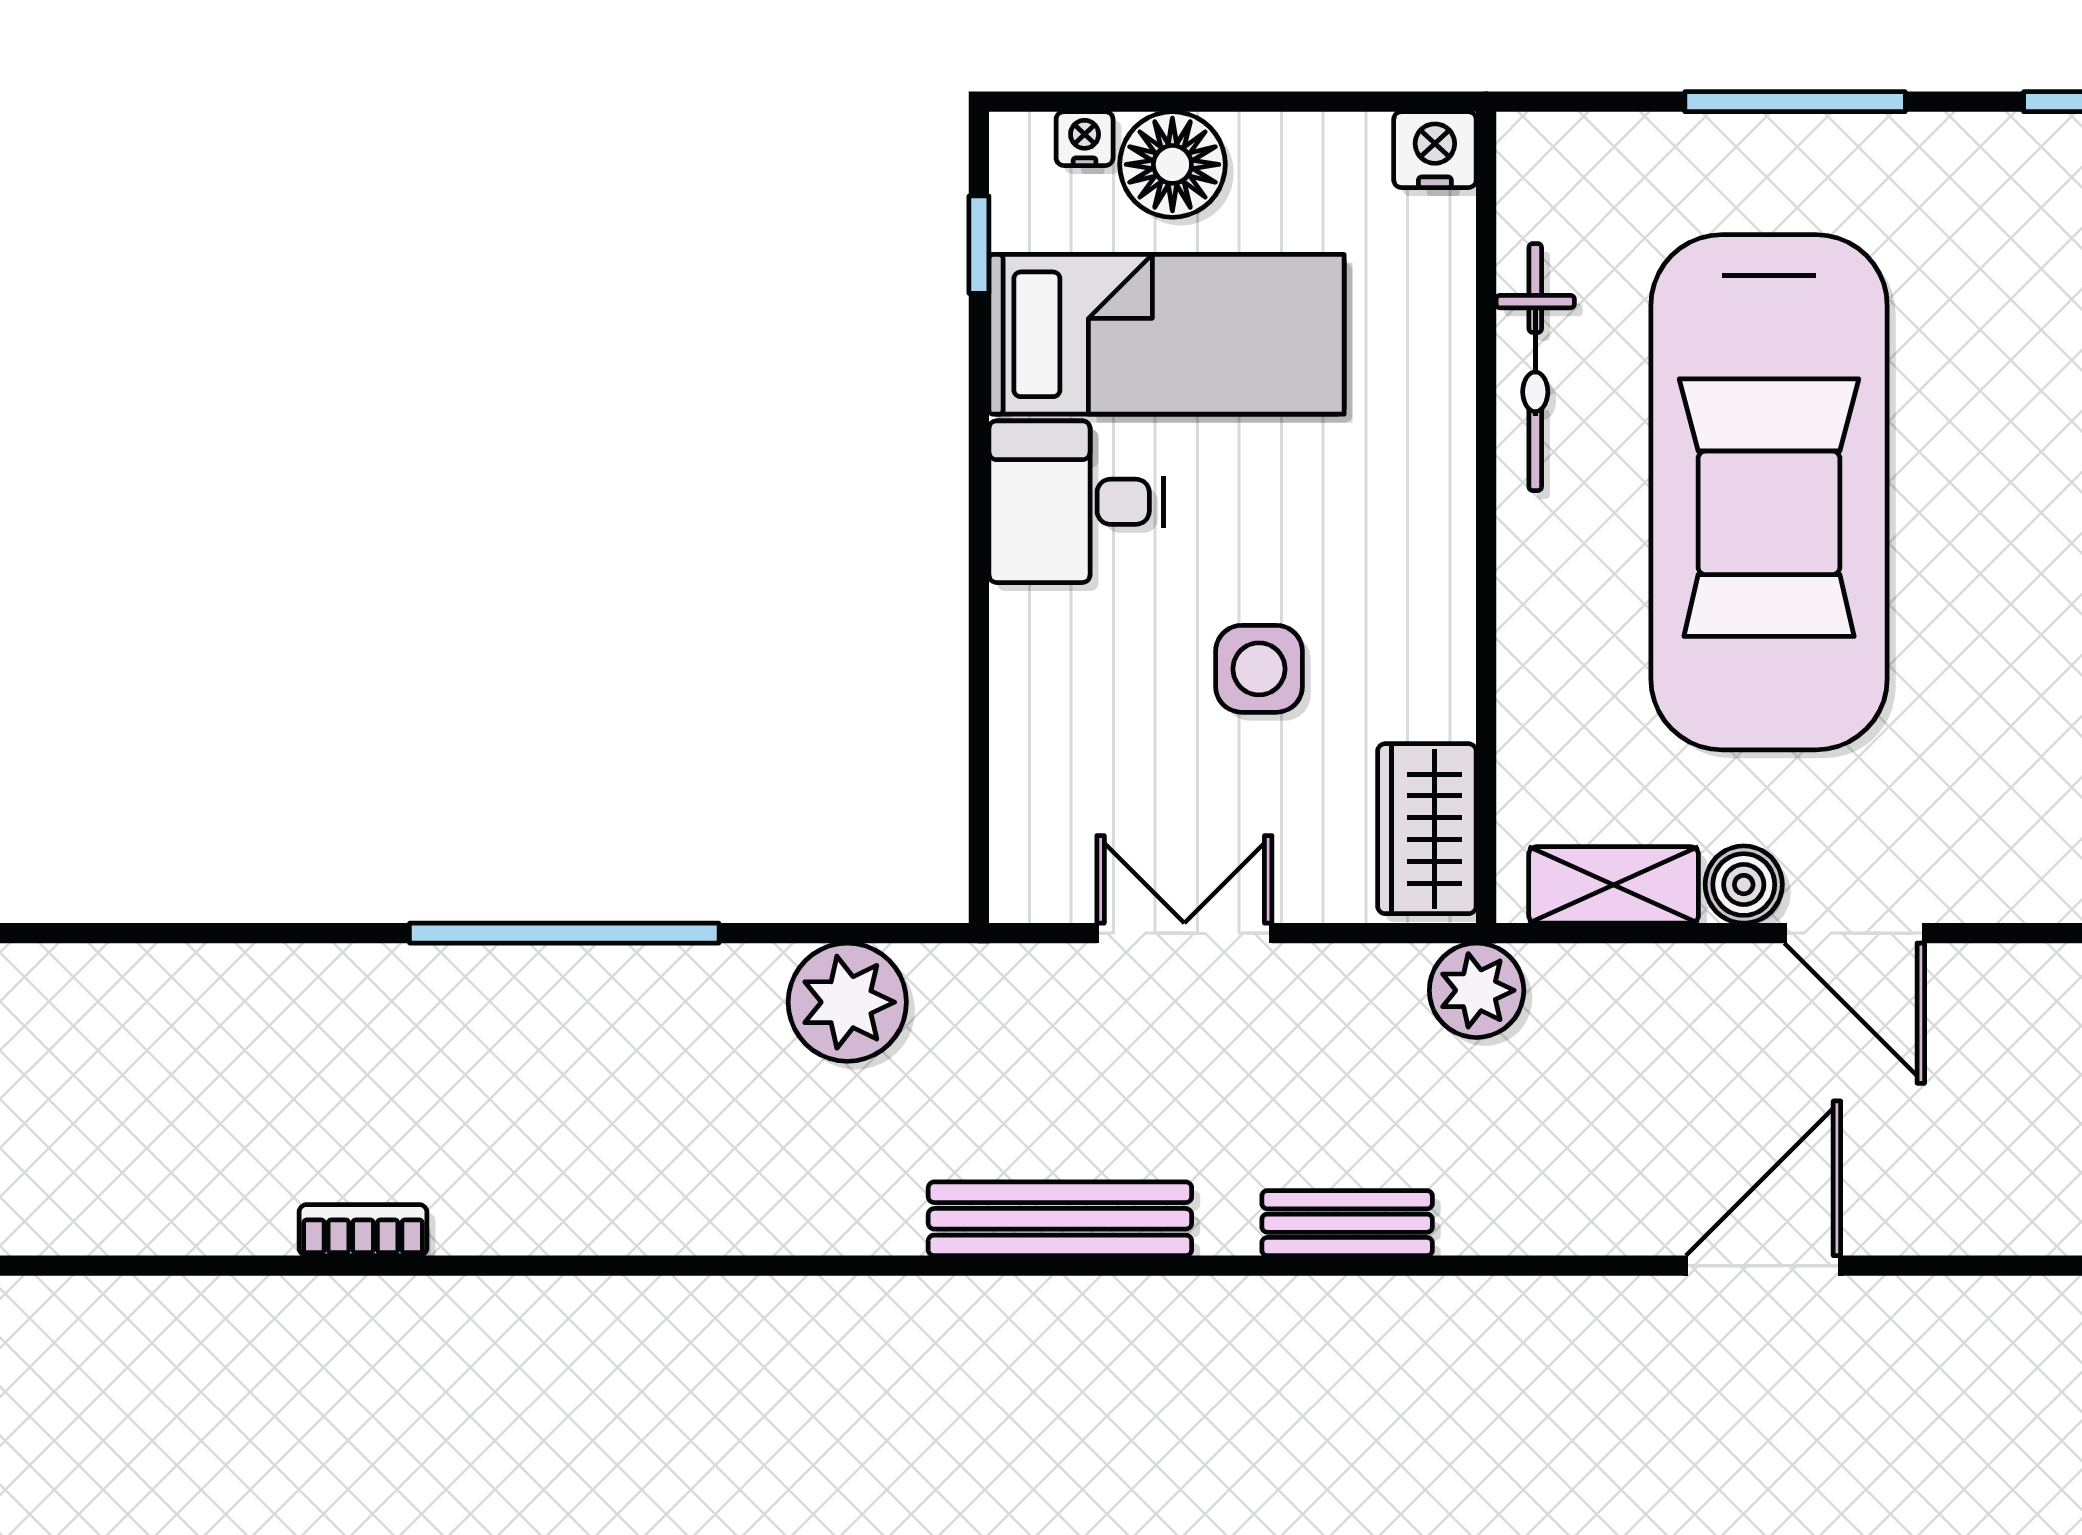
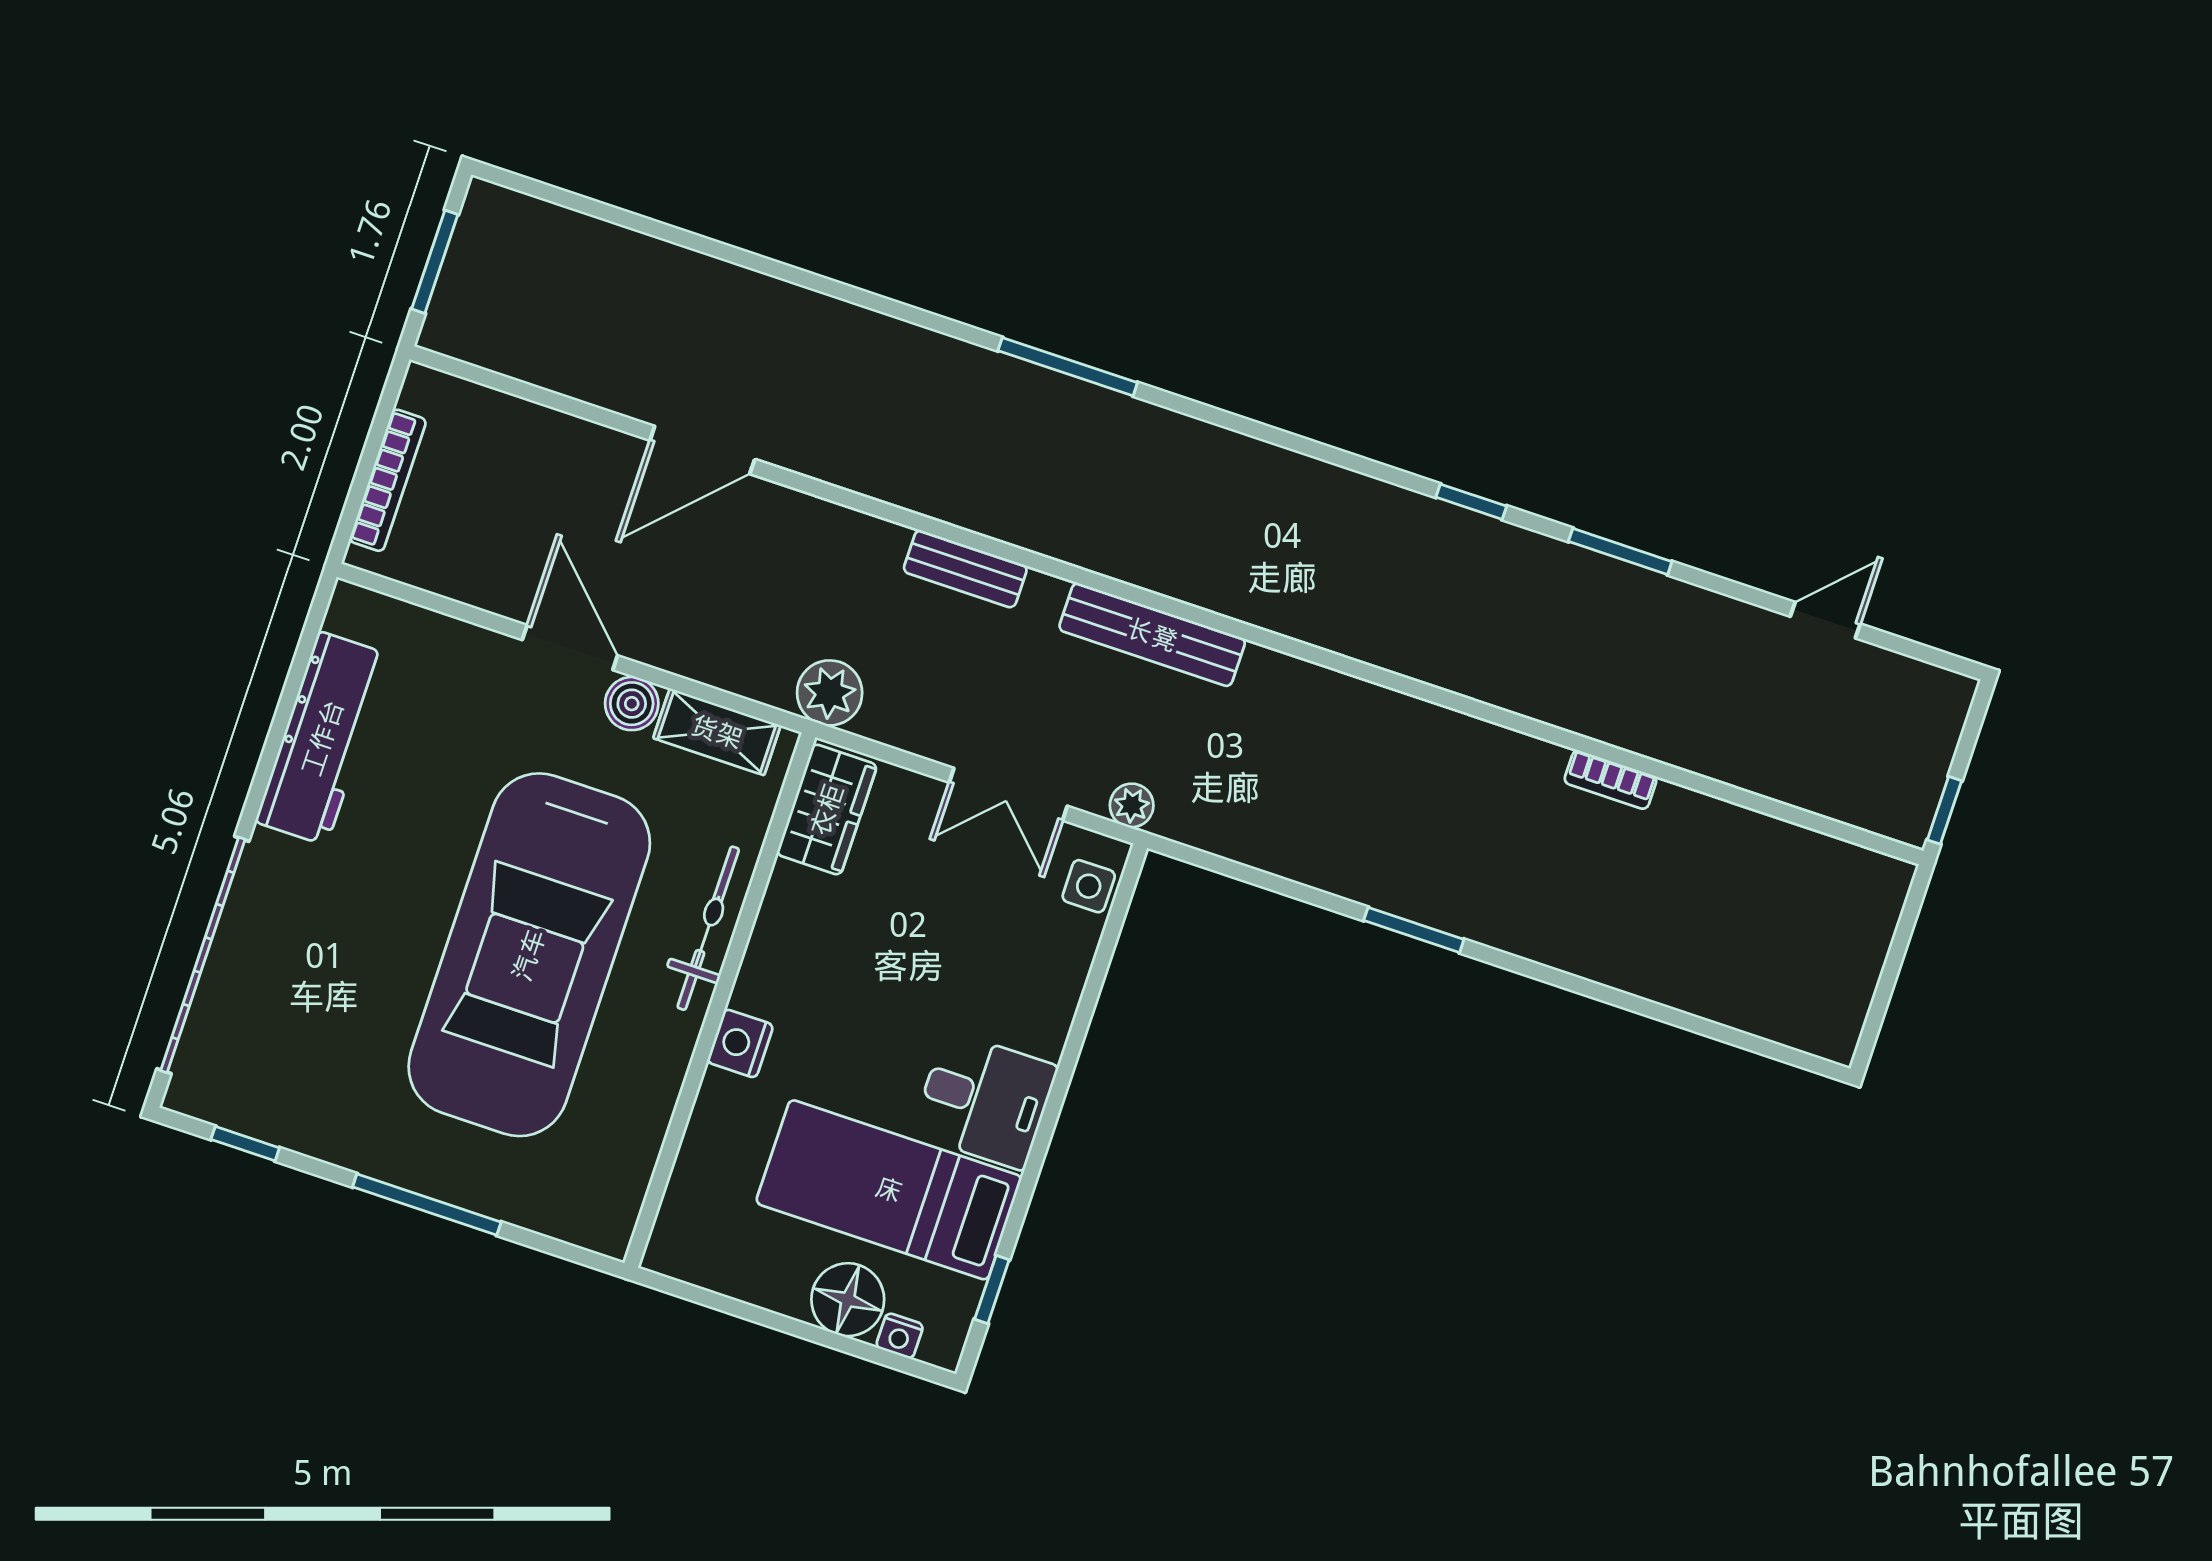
nightstand: (1435, 150) -> (740, 1043), moved, turned 90
bicycle: (1535, 367) -> (708, 928), moved
car: (1769, 492) -> (529, 955), turned 180
side table: (1259, 669) -> (1089, 886), moved, width x0.73, depth x0.73
window: (564, 933) -> (1414, 930), width x0.47
plant: (847, 1002) -> (1132, 805), moved, width x0.53, depth x0.53

